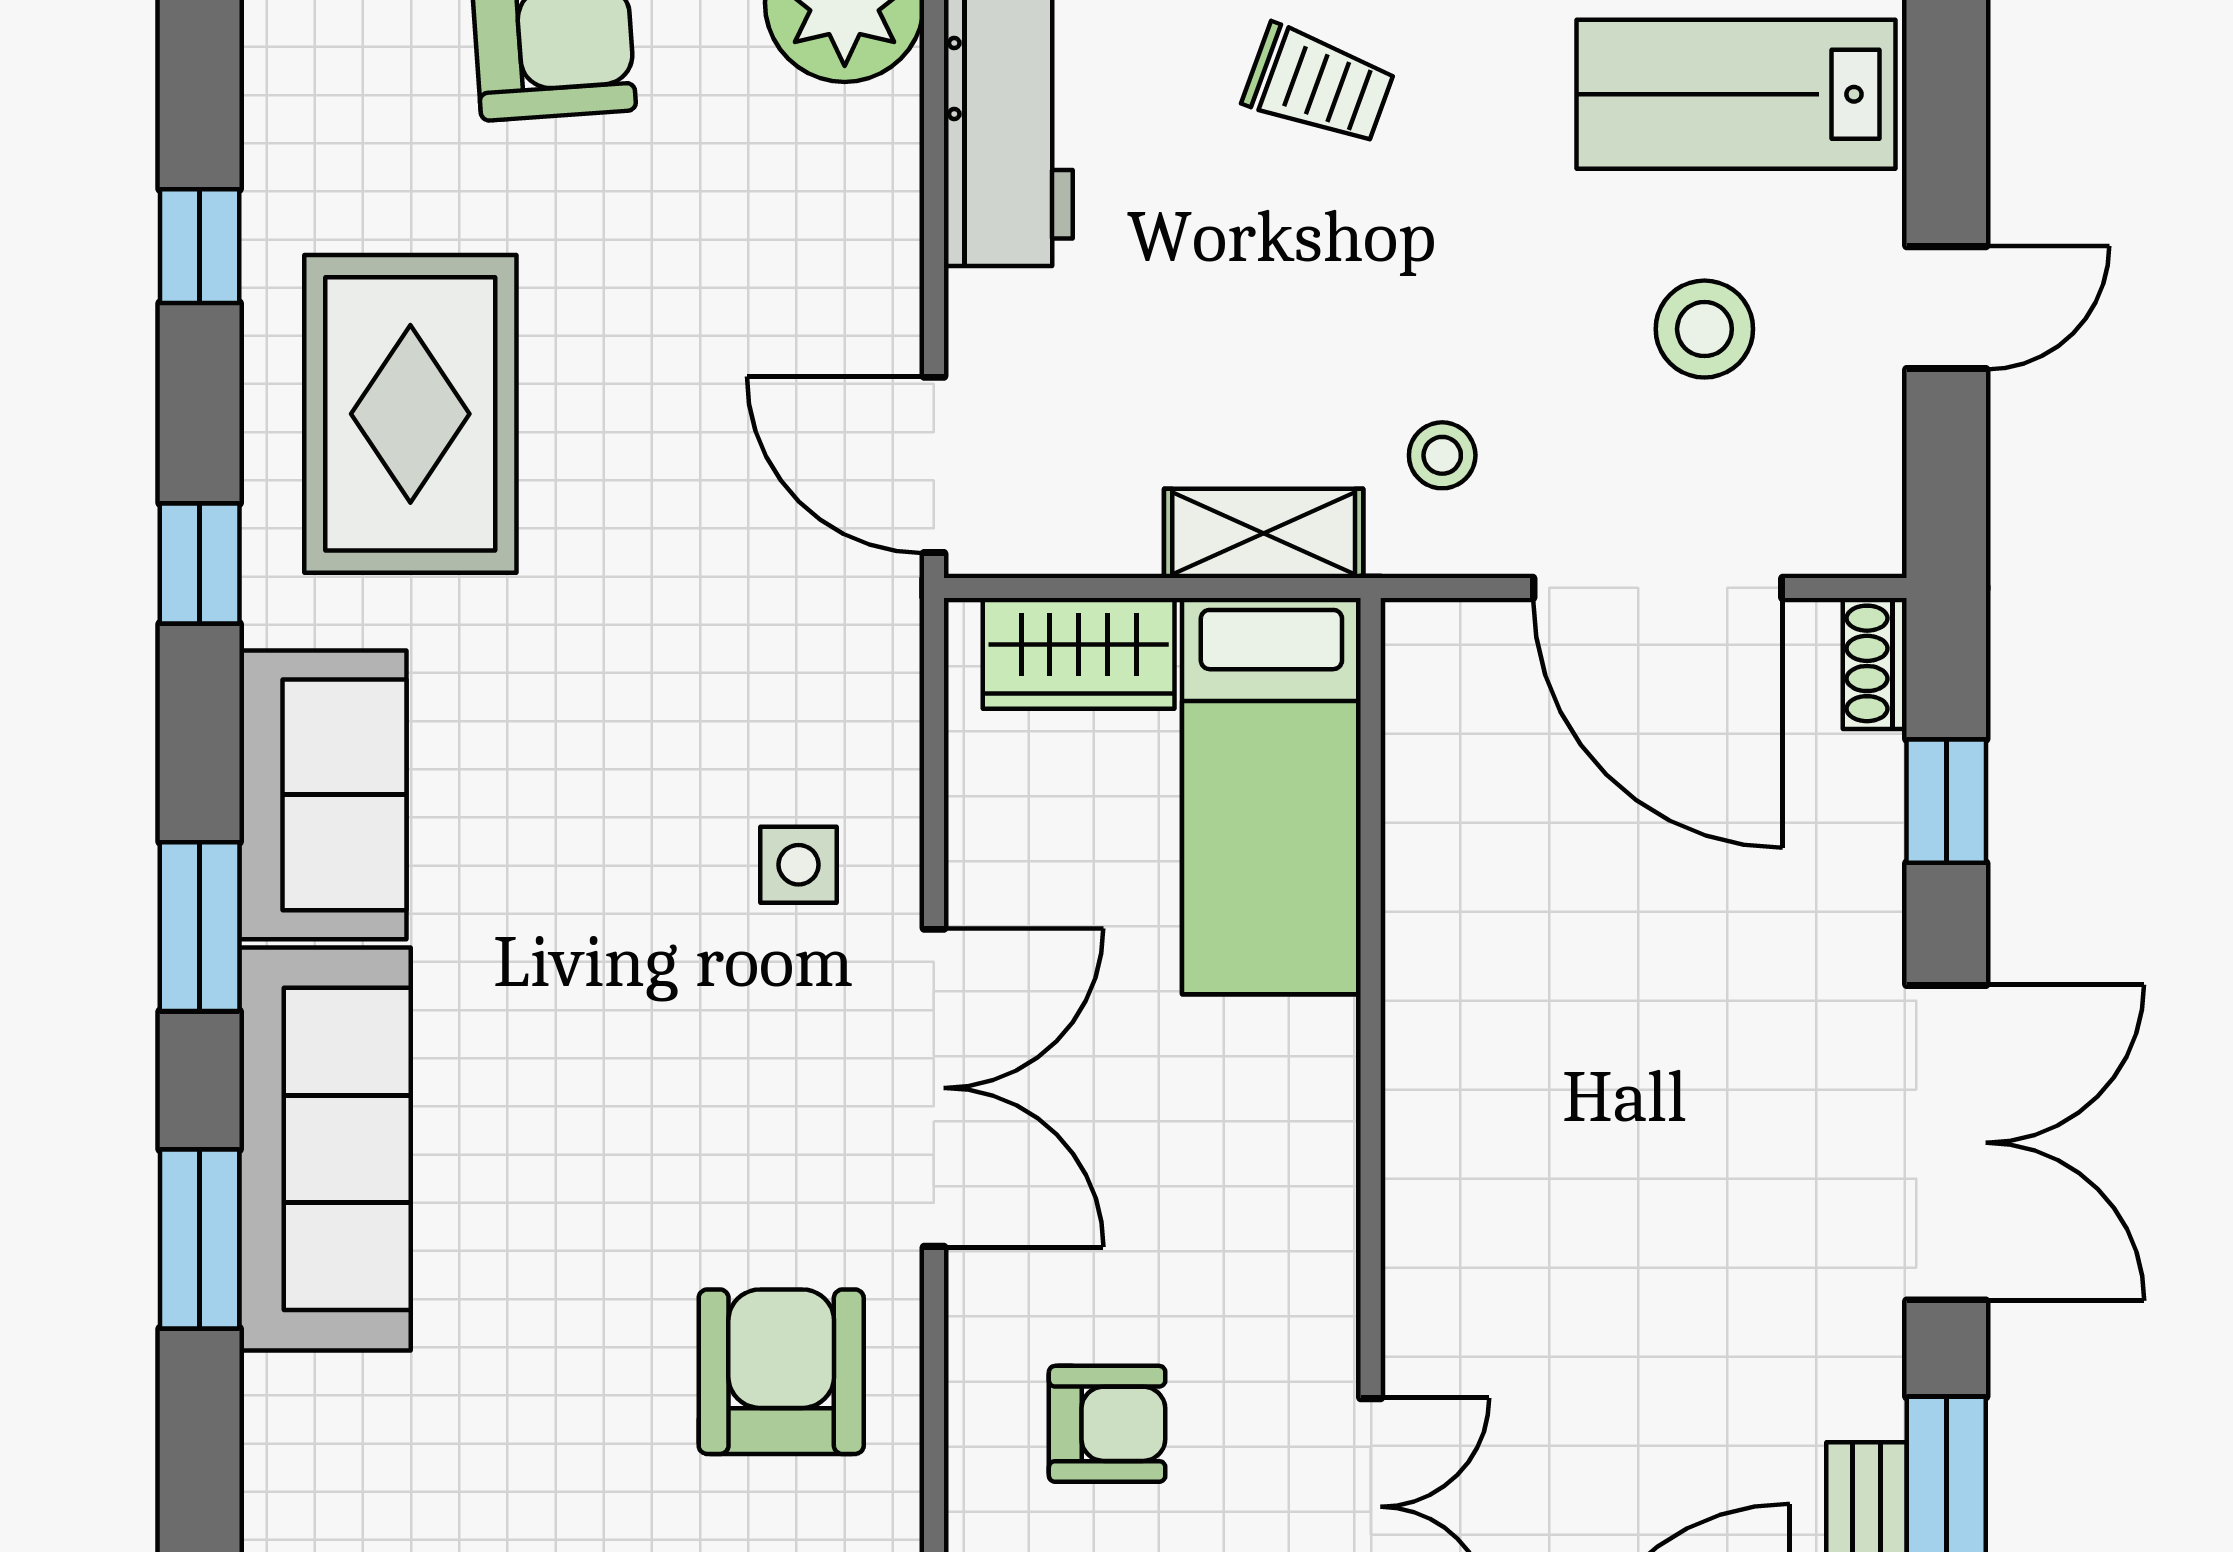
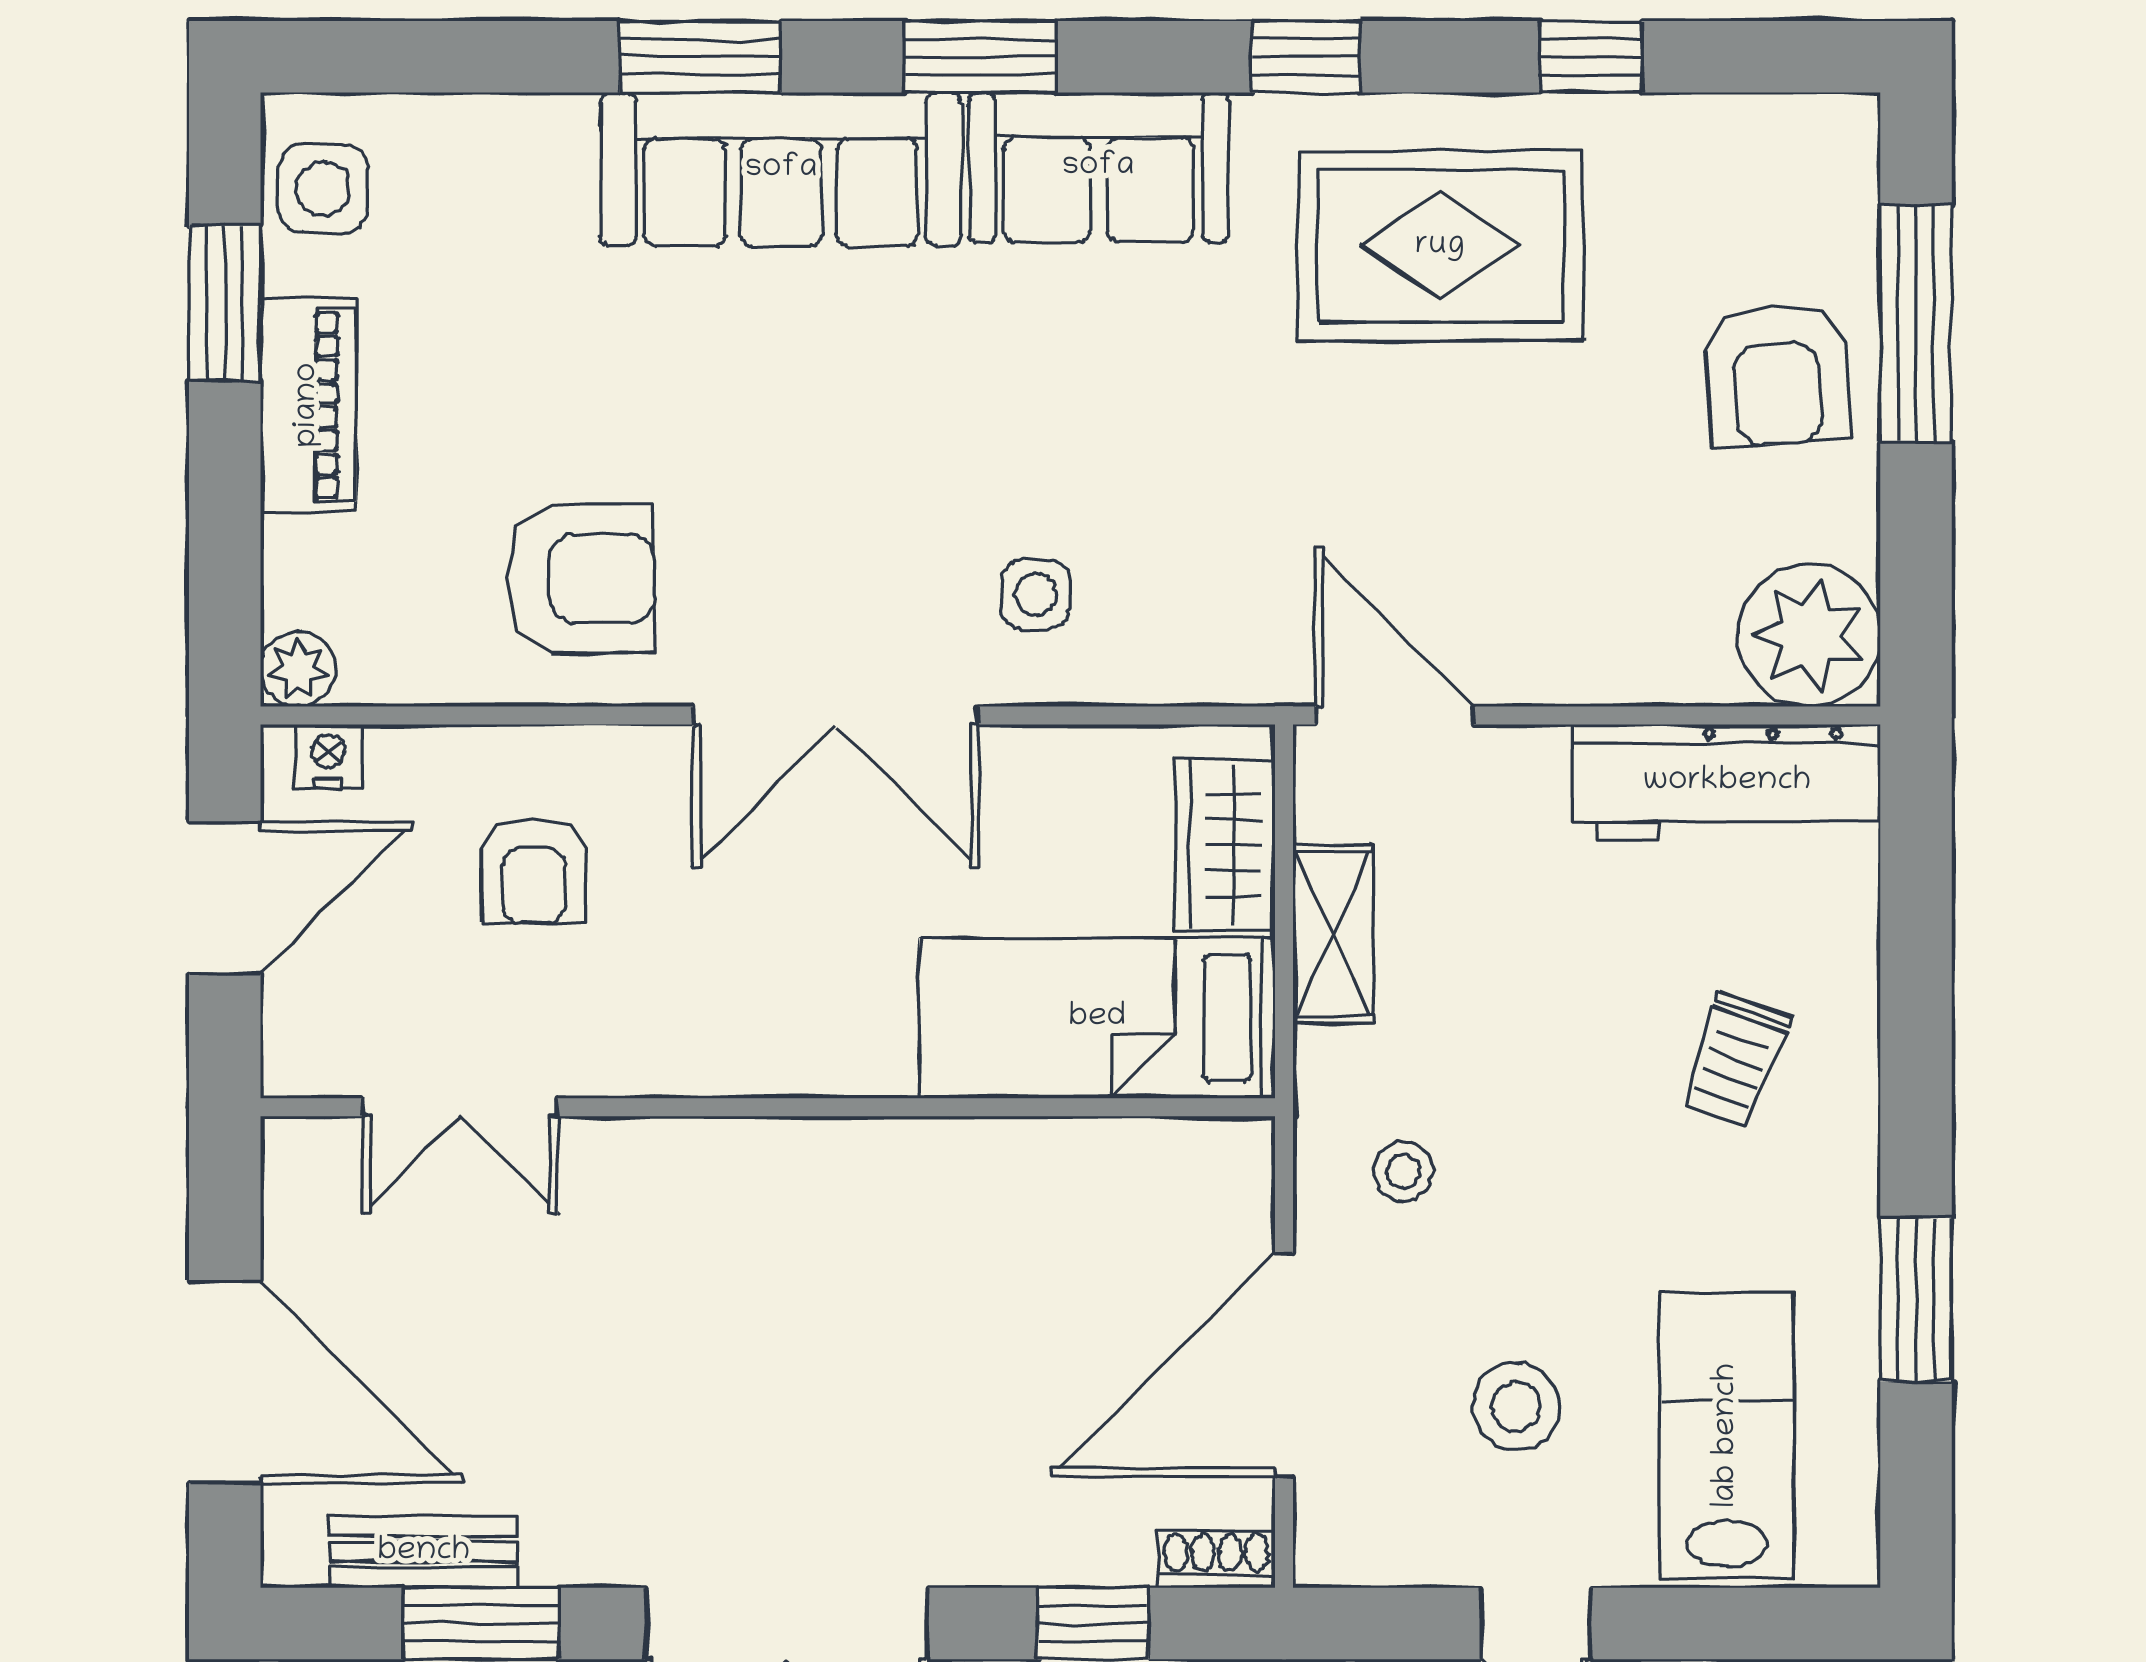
door: (934, 465) -> (1394, 716), hinge flipped
shelving: (1264, 533) -> (1333, 934), moved

